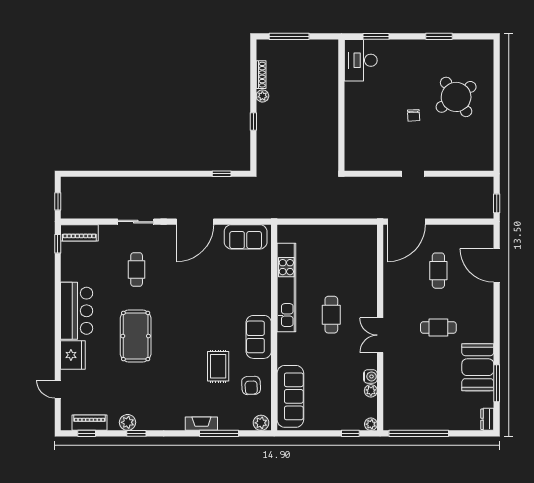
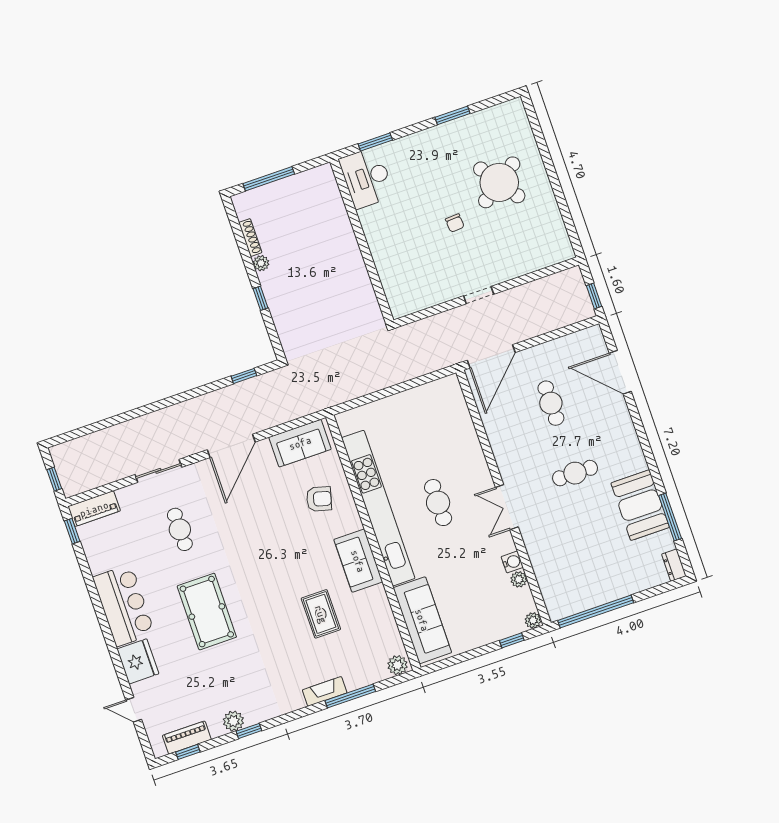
kitchen unit: (286, 288) -> (378, 508), width x1.36
armchair: (251, 385) -> (319, 499), moved, turned -72

